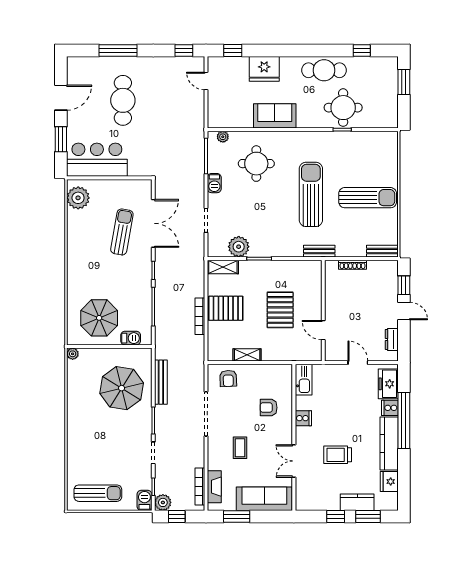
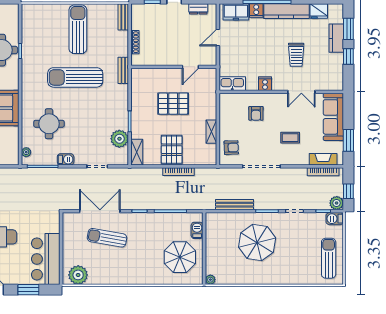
parasol: (122, 388) -> (257, 243), moved

